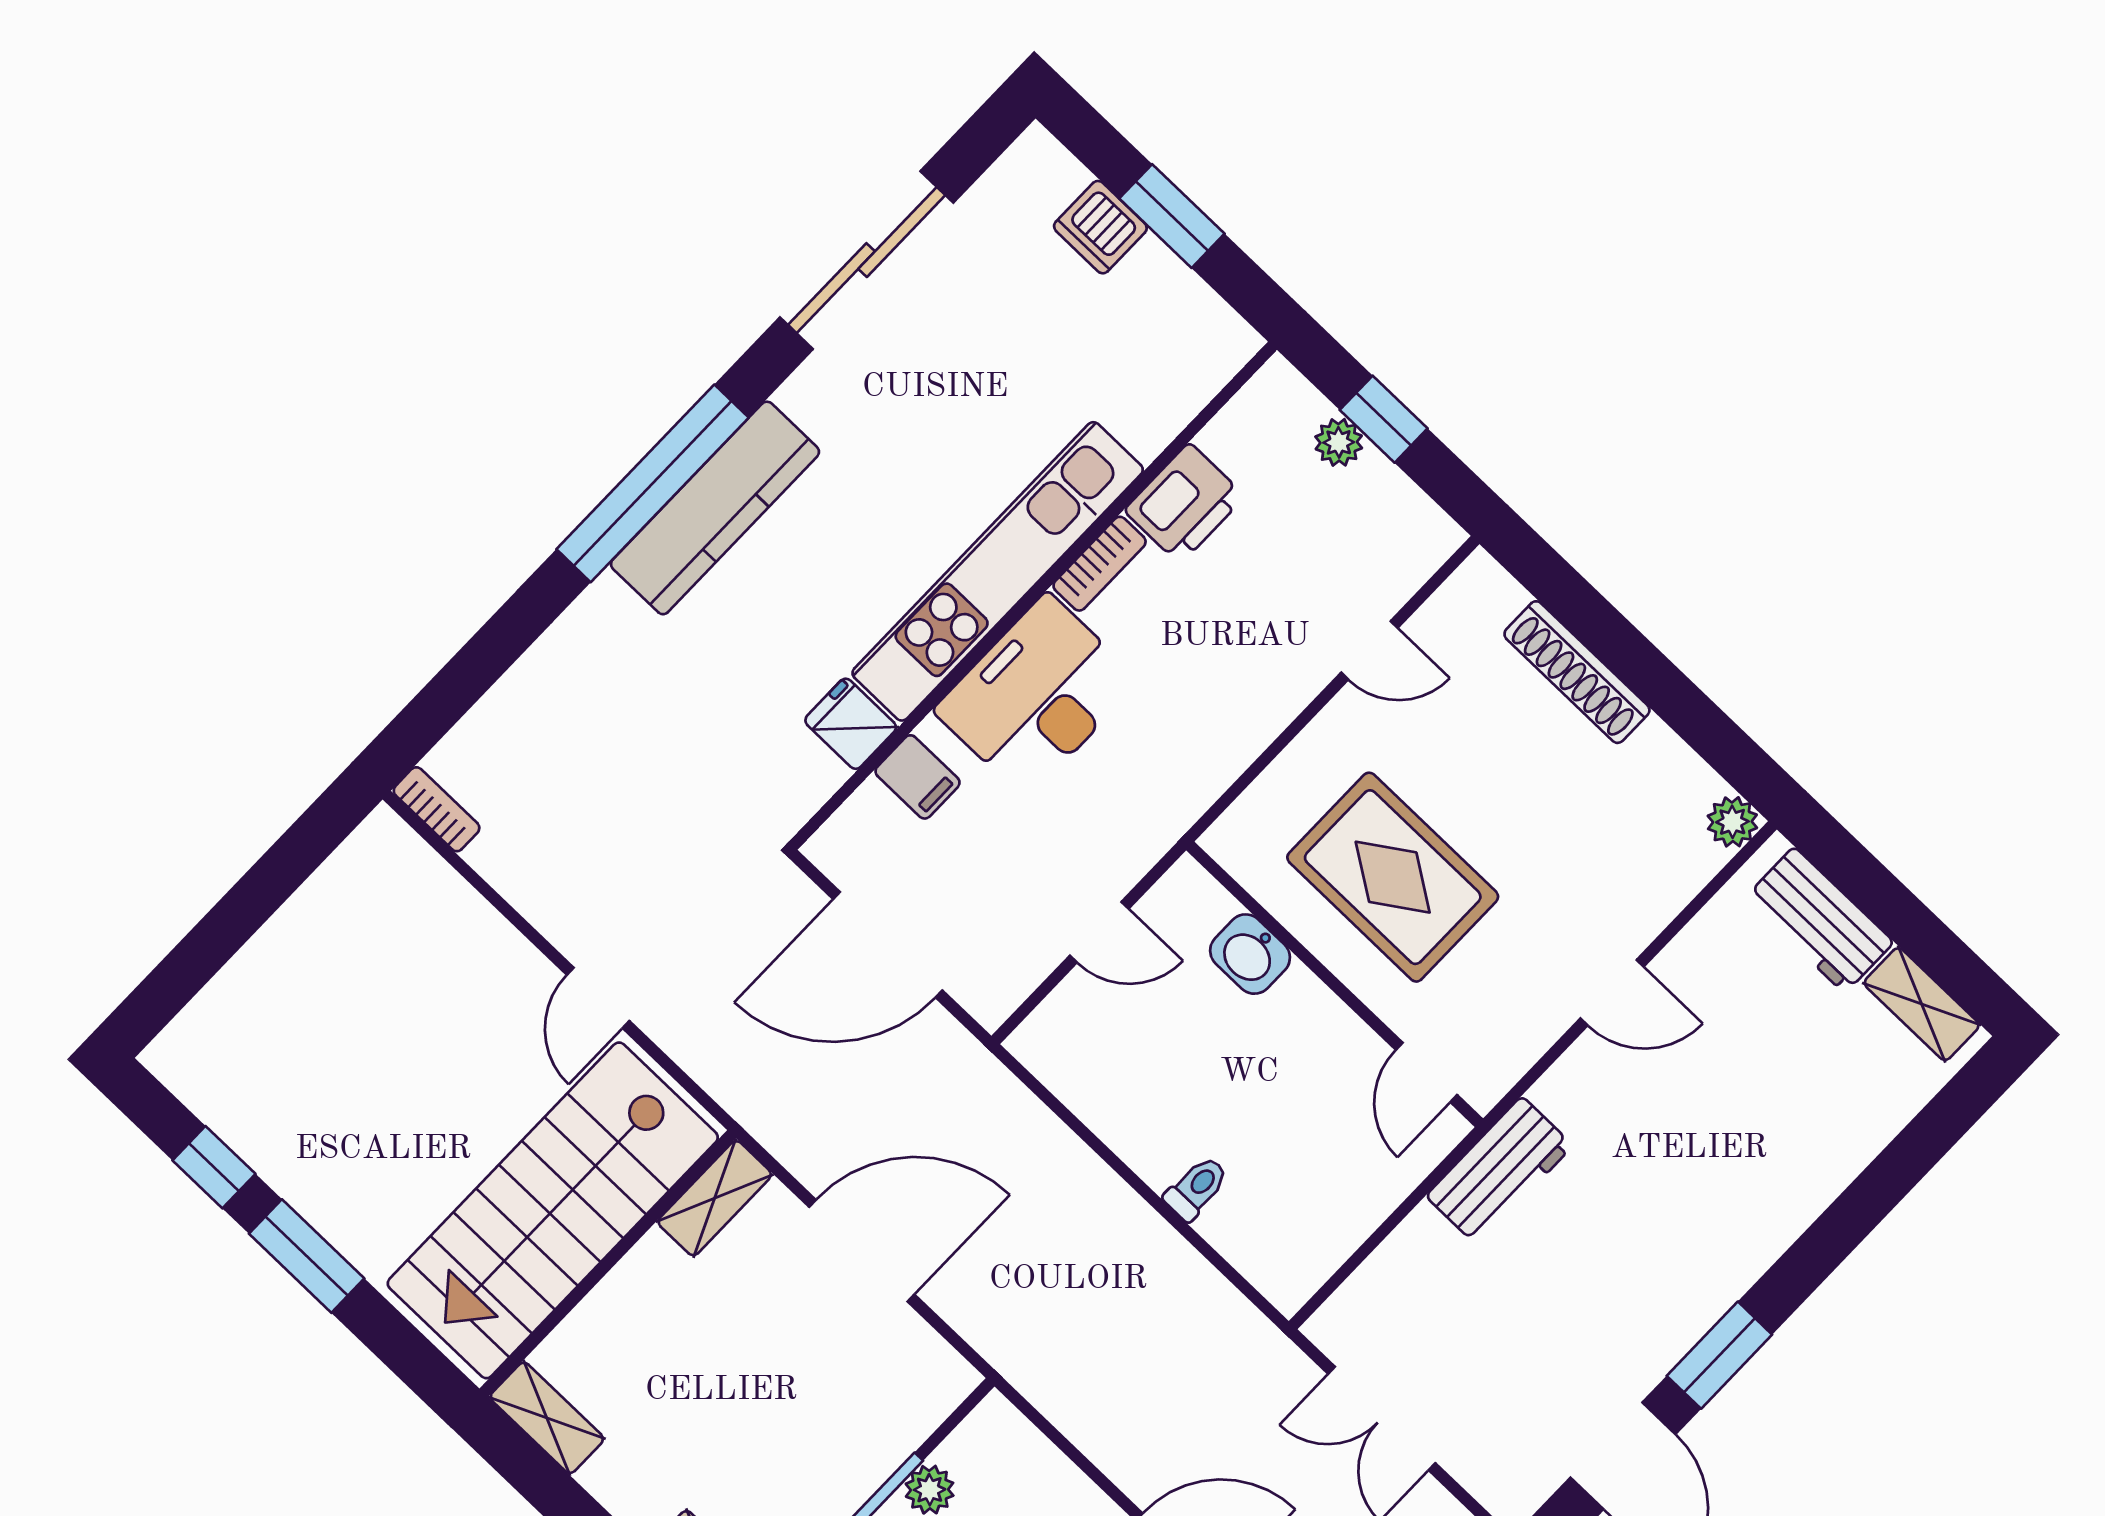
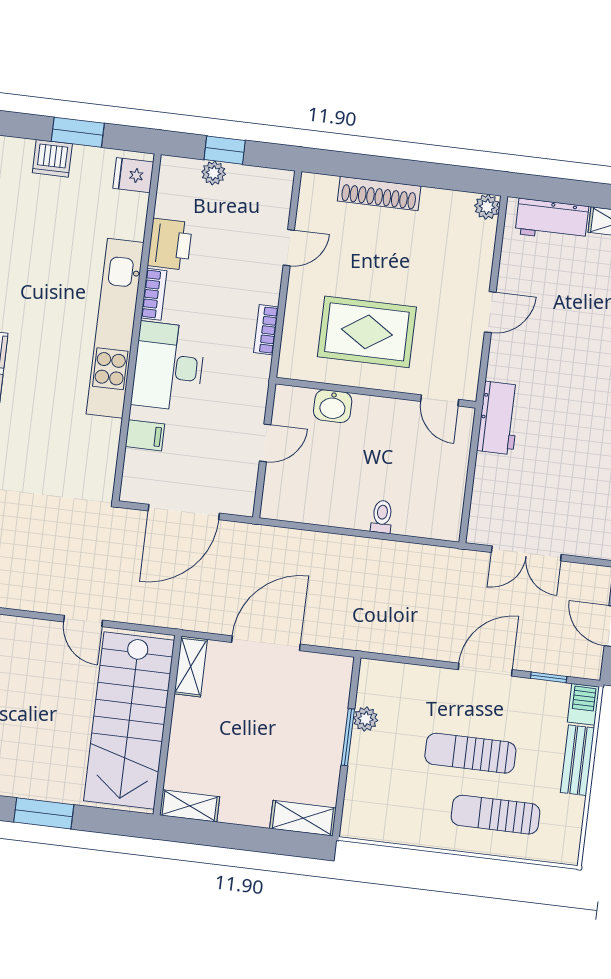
fridge: (851, 724) -> (133, 175), moved
bookcase: (1235, 754) -> (266, 330), added

